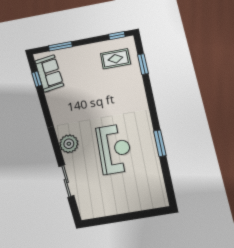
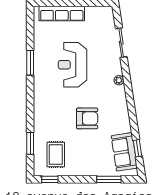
rug: (115, 59) -> (56, 154), turned 90
armchair: (90, 98) -> (87, 118), added
plant: (69, 144) -> (119, 80), width x0.53, depth x0.53
row of seats: (136, 203) -> (62, 14), added

